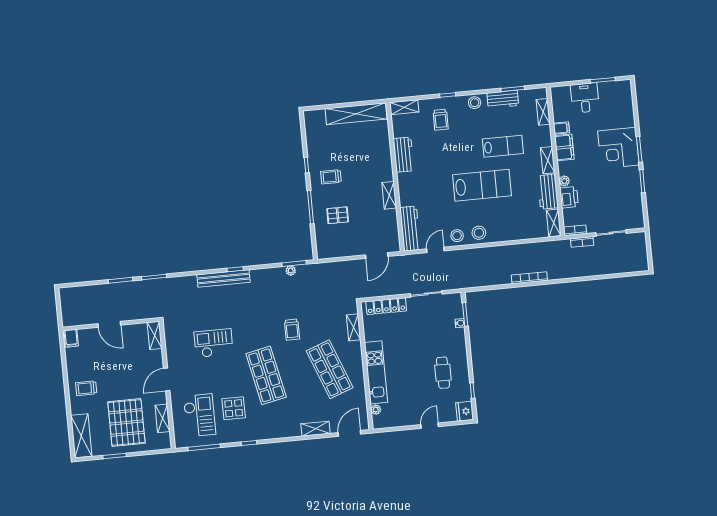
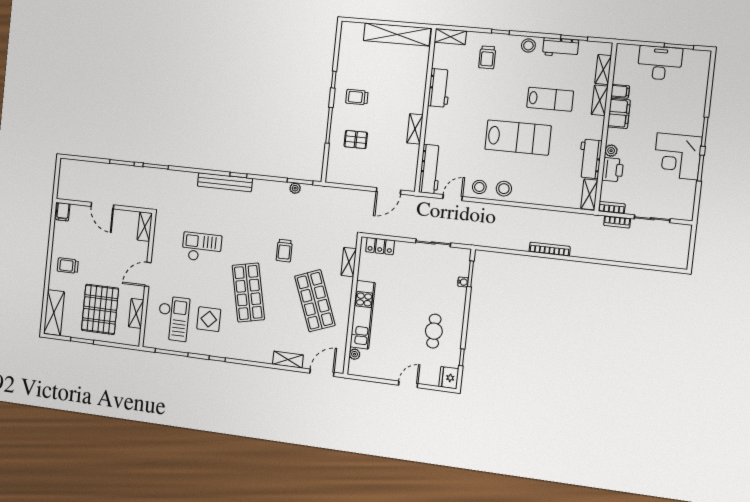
desk: (585, 98) -> (660, 63), width x1.37
corner desk: (618, 148) -> (677, 156), moved
shelving: (548, 160) -> (600, 100), moved
locker: (386, 306) -> (380, 246), width x0.66

